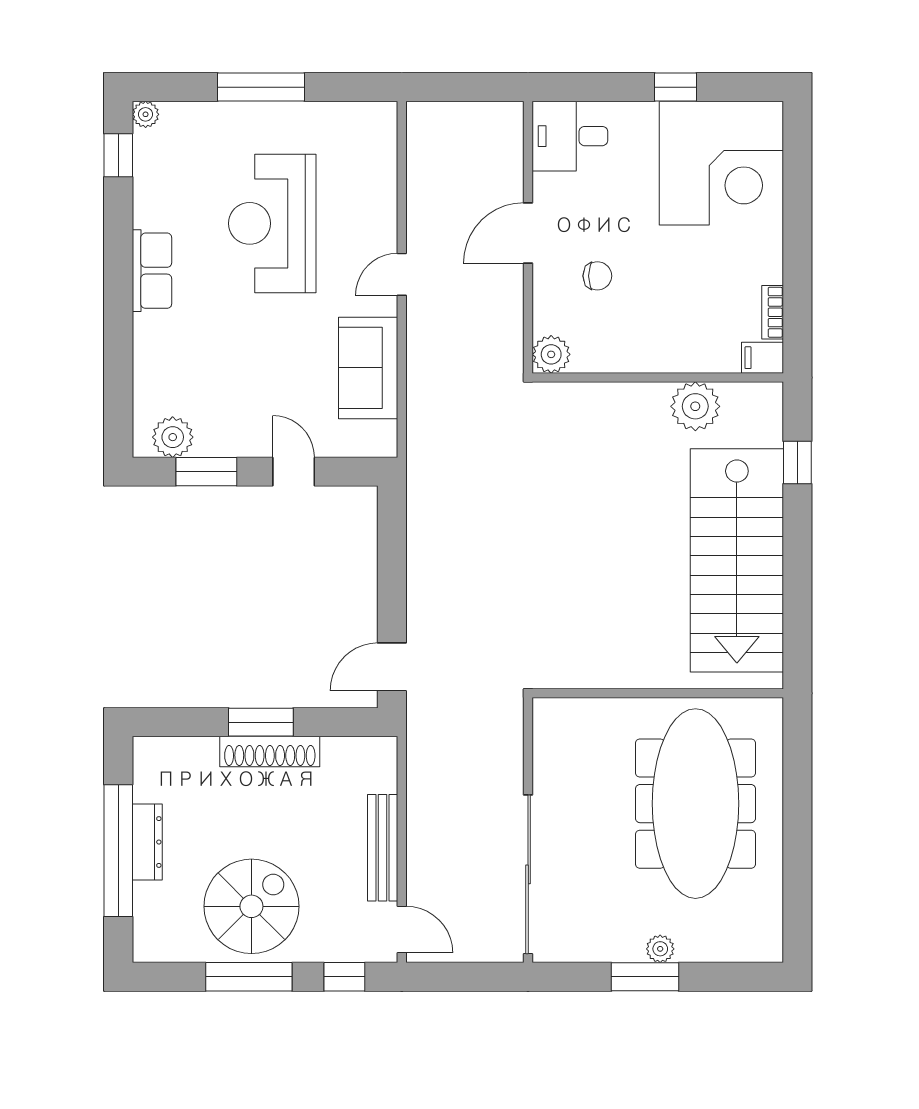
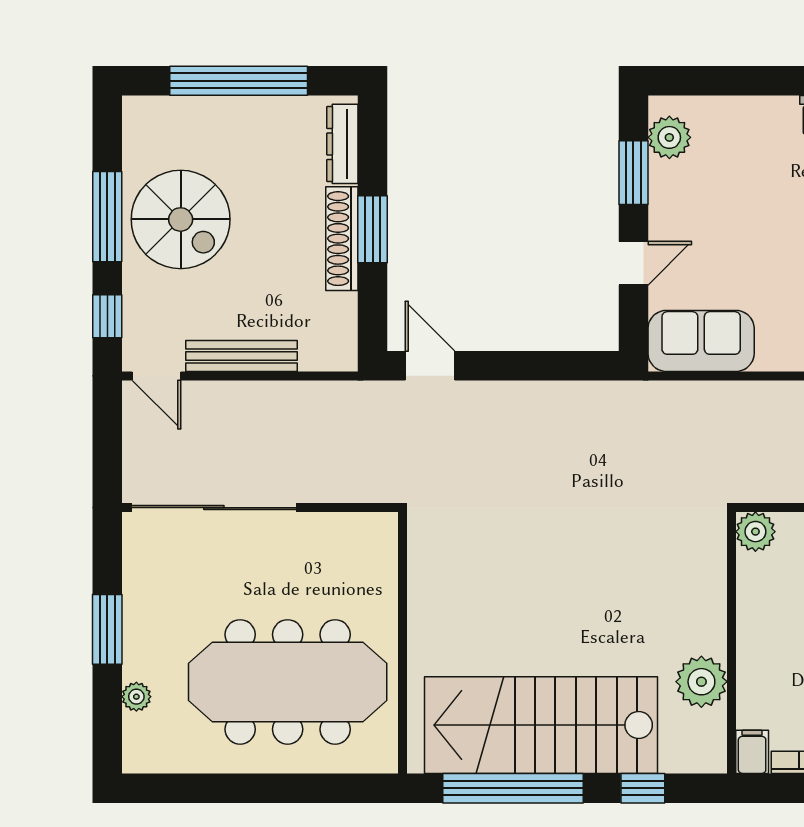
sofa: (368, 368) -> (701, 341), moved
window: (797, 587) -> (513, 788), added
dresser: (147, 842) -> (342, 144), moved, turned 90
door: (402, 929) -> (157, 376), hinge flipped
plant: (660, 949) -> (136, 697), moved

